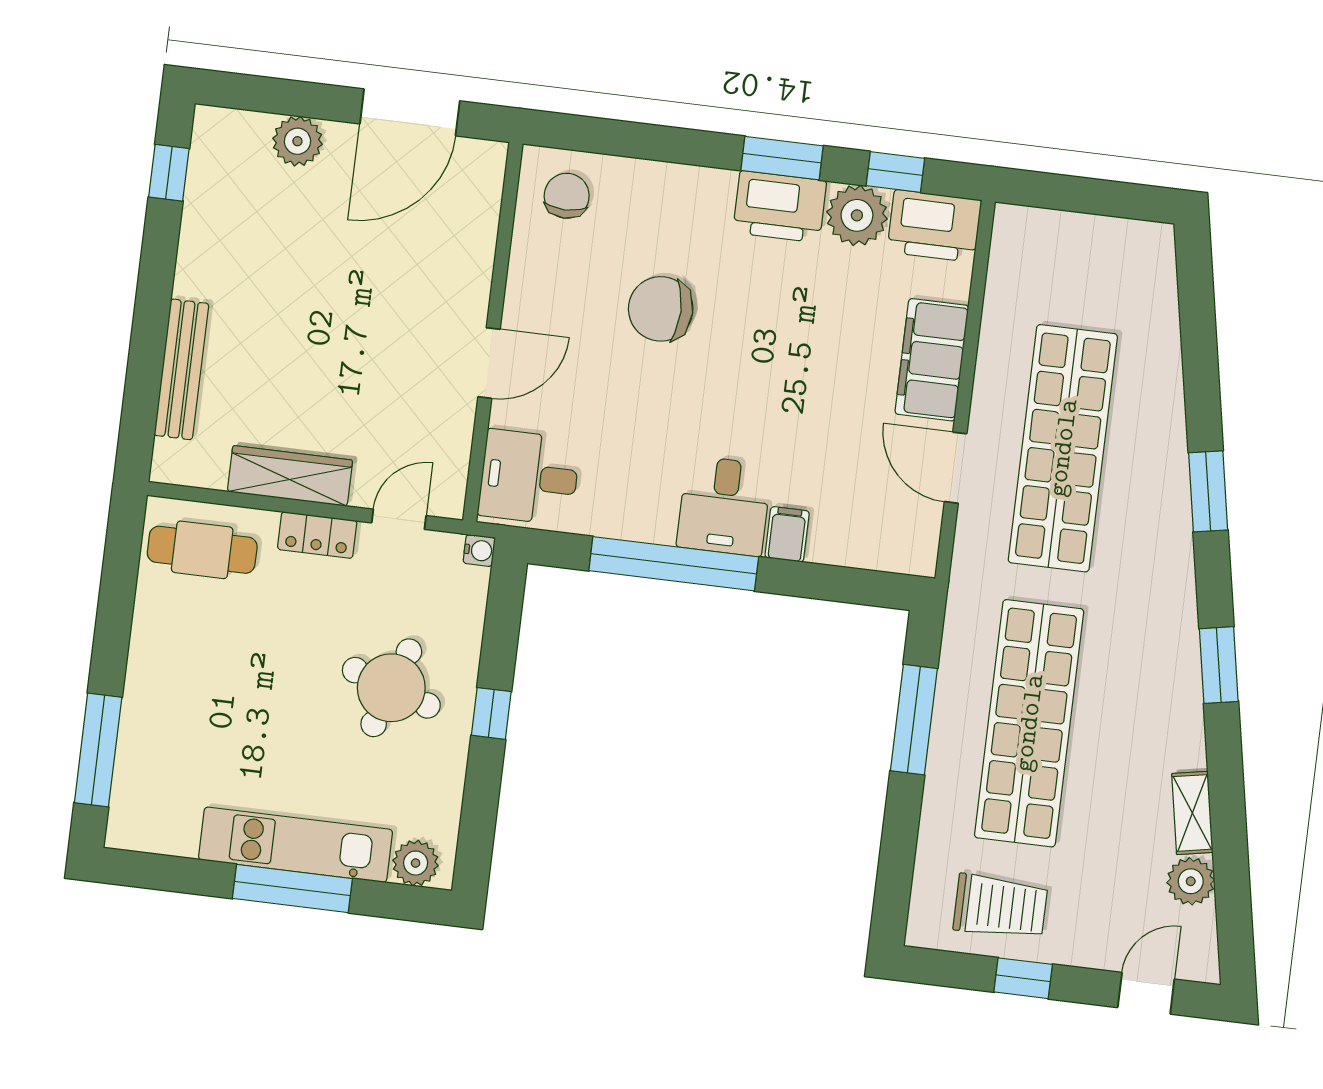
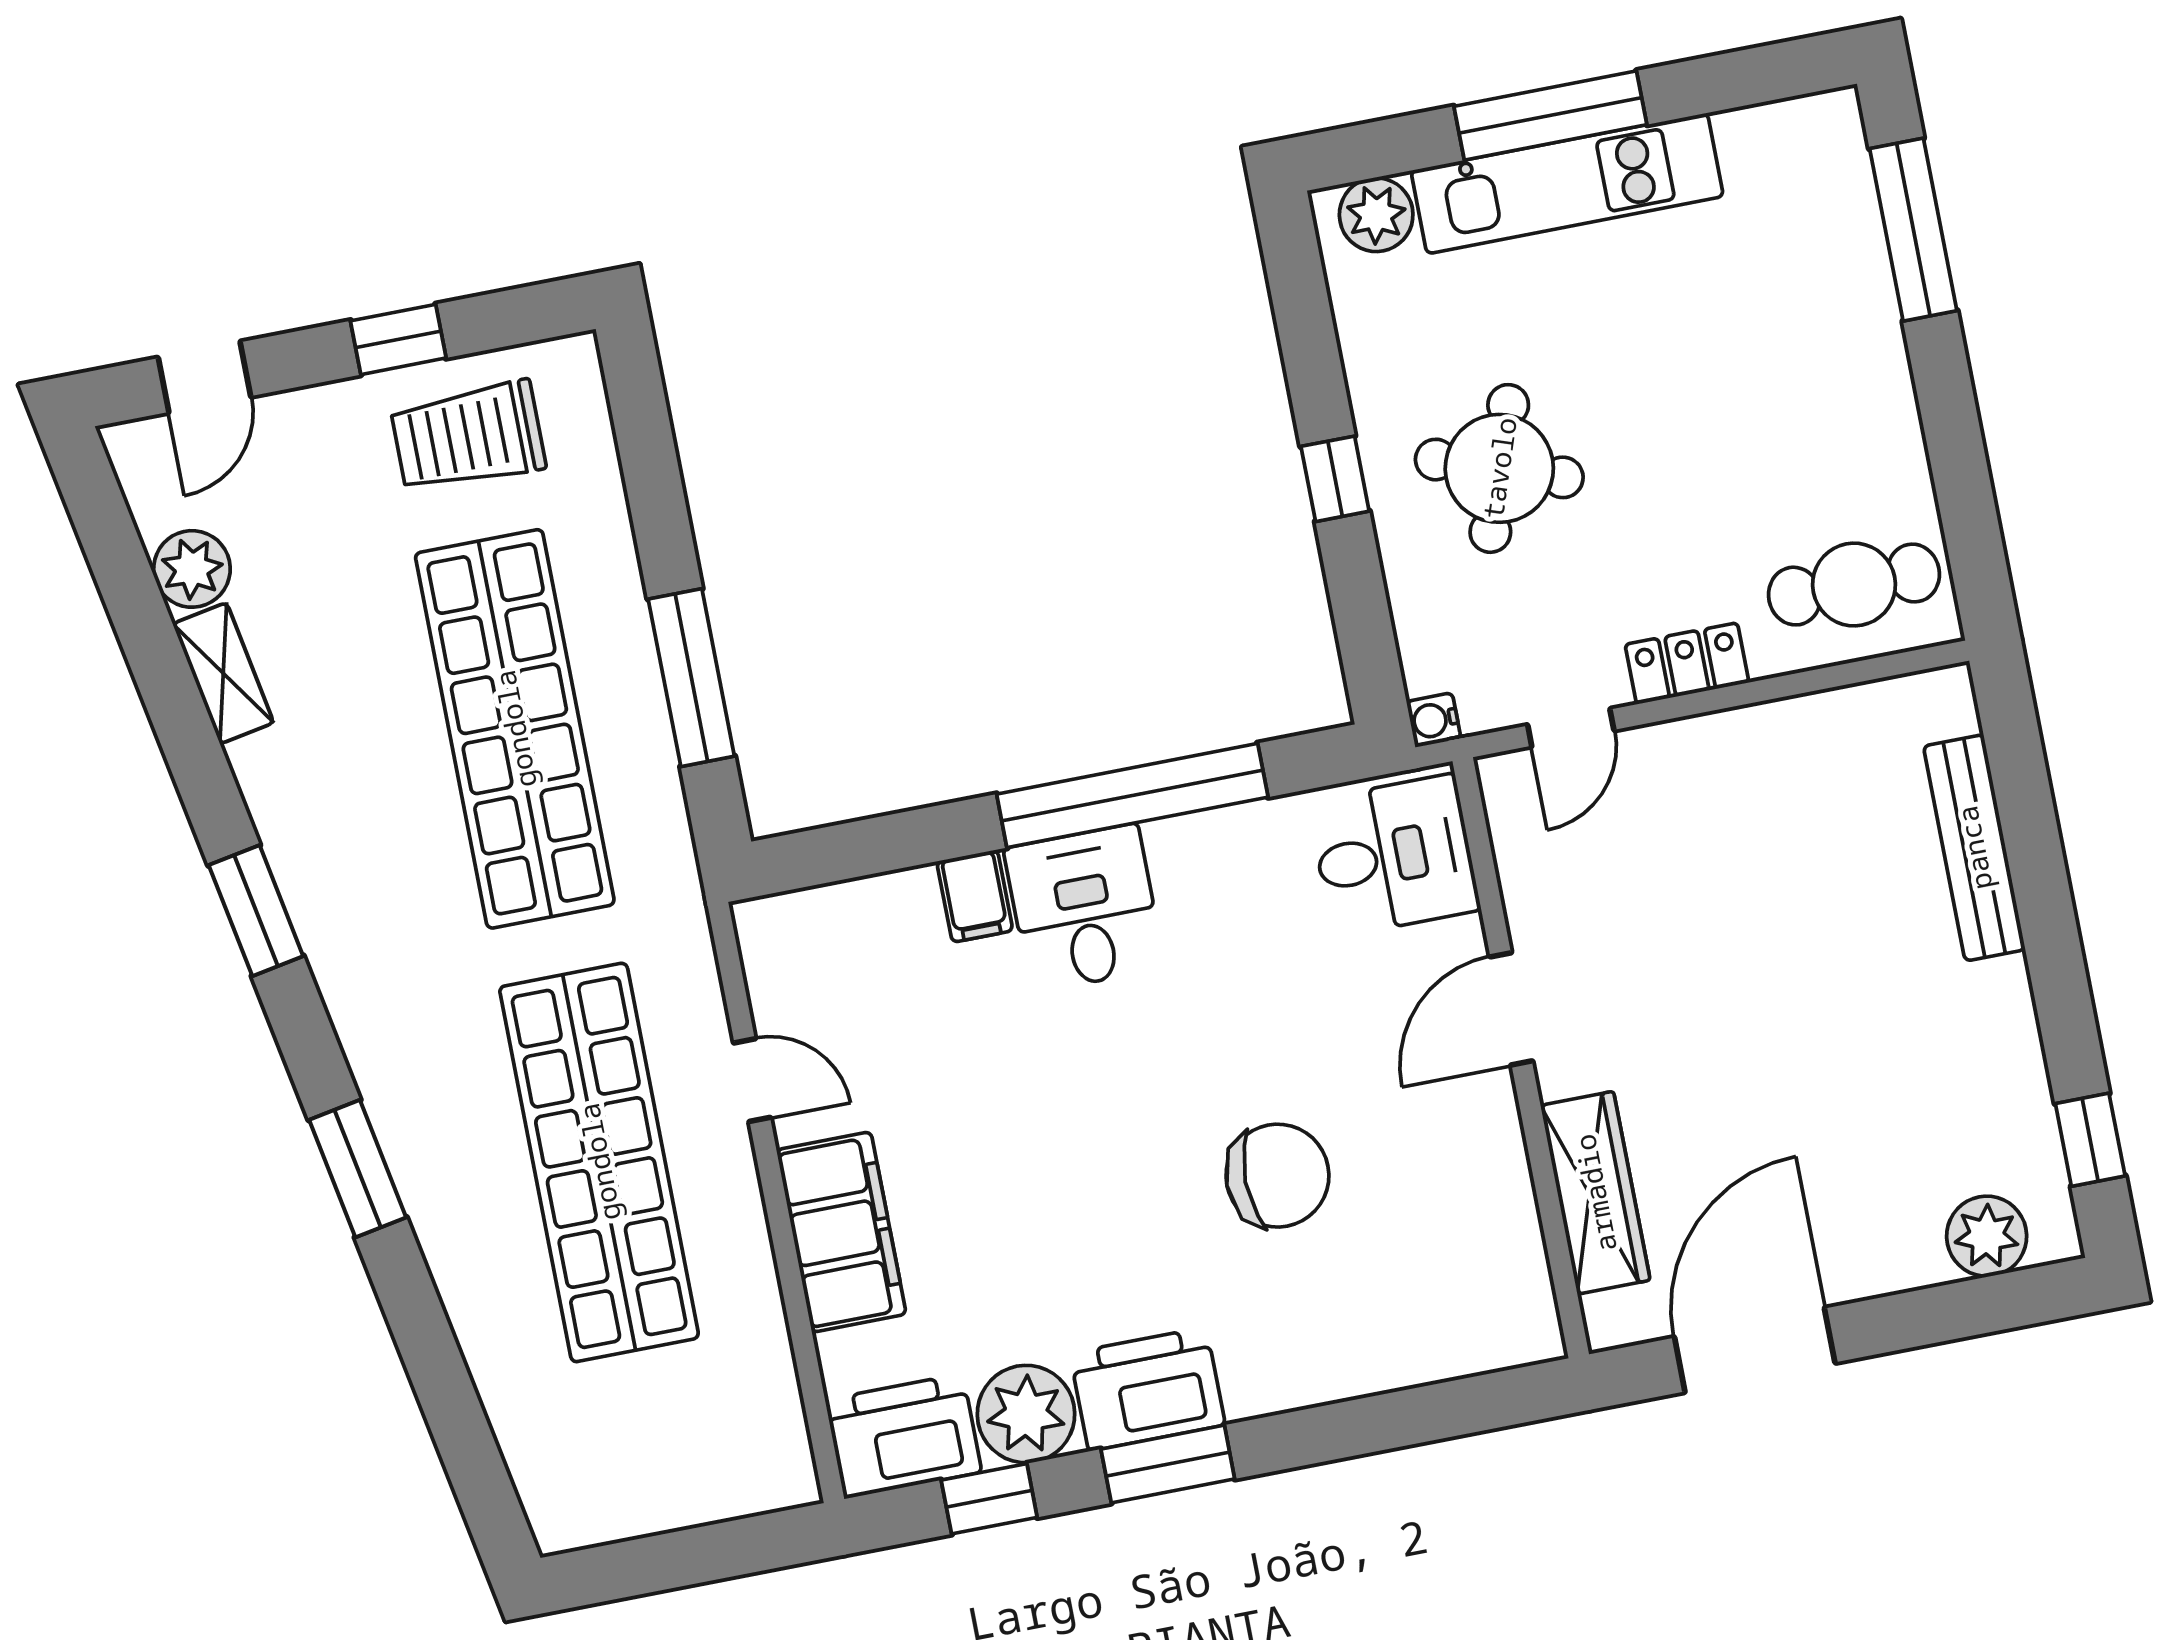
plant: (297, 141) -> (1987, 1236), moved
chair: (567, 196) -> (1476, 1301), removed
door: (956, 468) -> (752, 1080), width x0.73
wardrobe: (290, 476) -> (1595, 1193), moved, turned -90

